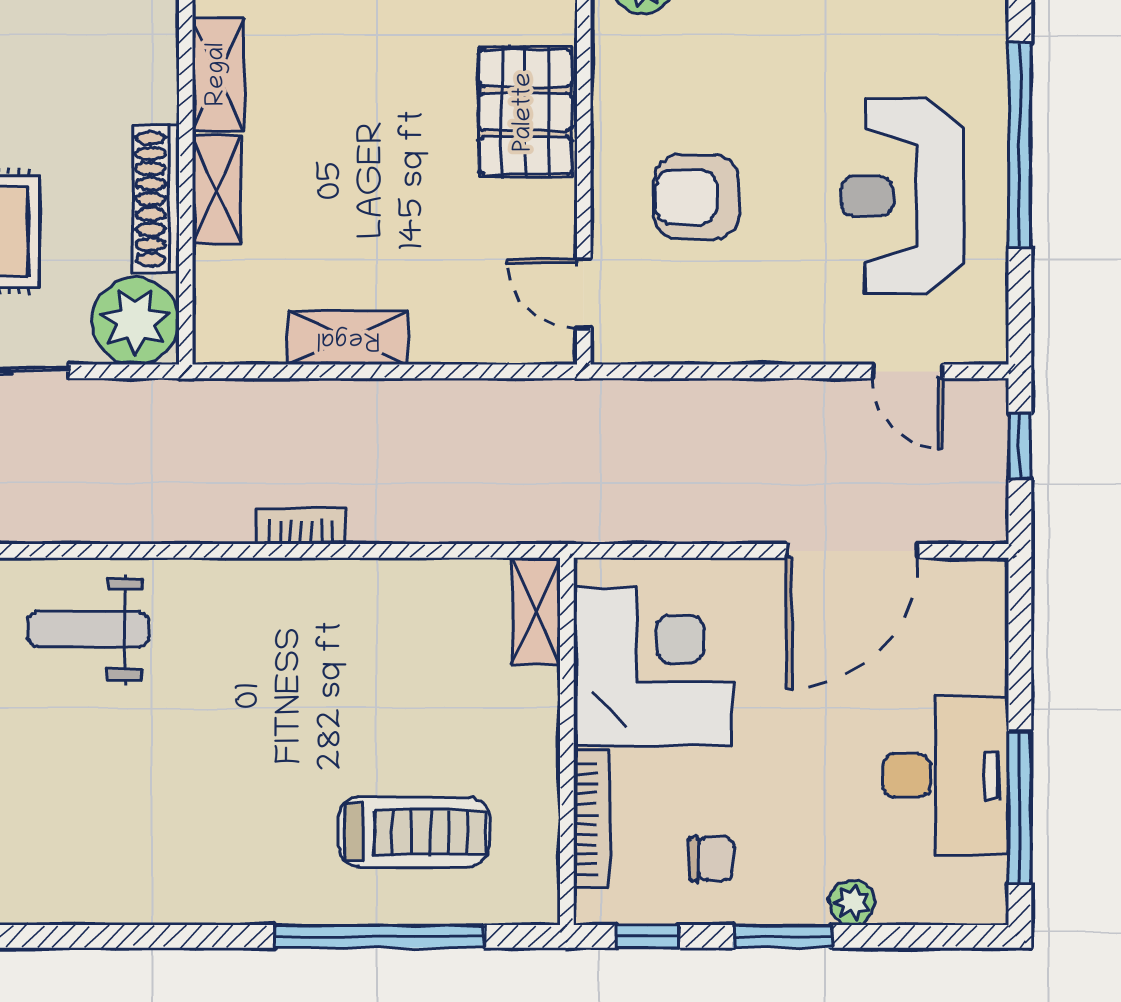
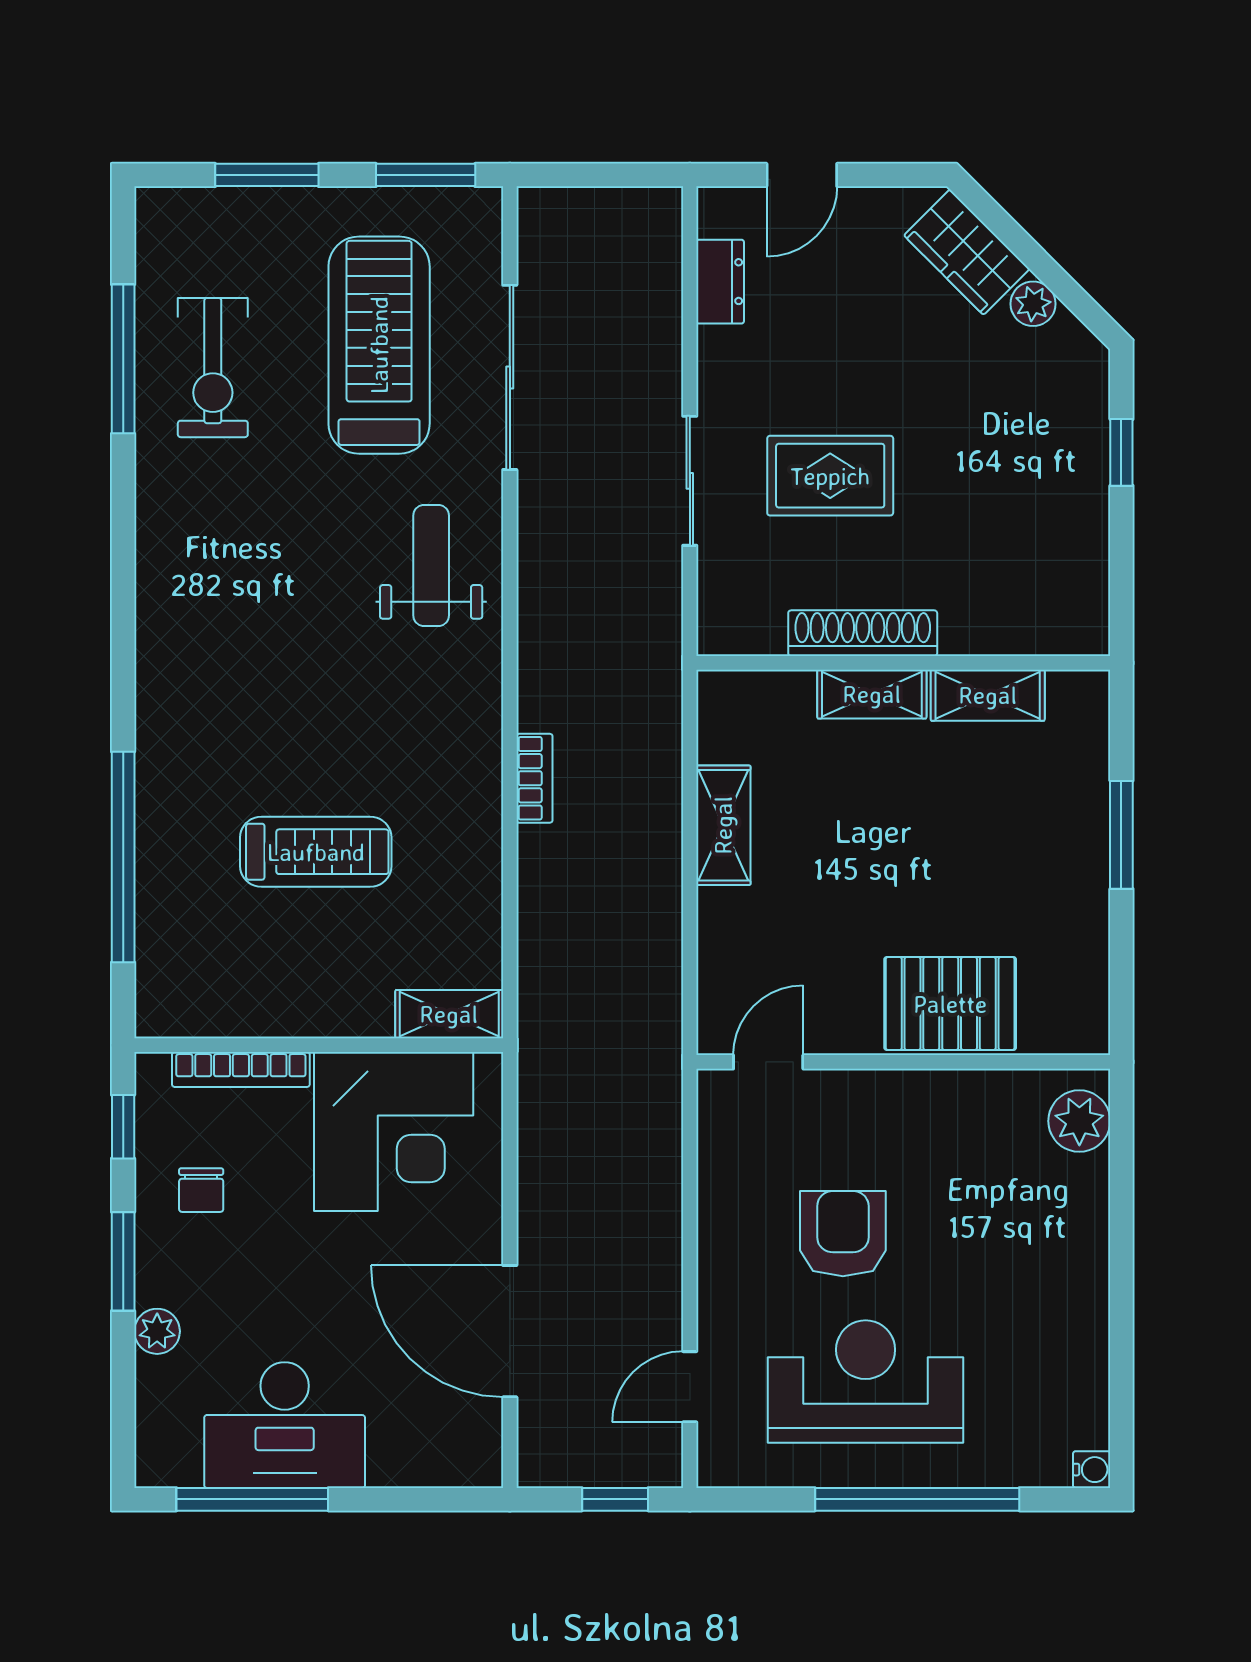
armchair: (697, 197) -> (843, 1234), moved
plant: (135, 321) -> (740, 612), removed
treadmill: (414, 832) -> (316, 852), moved, turned -90

